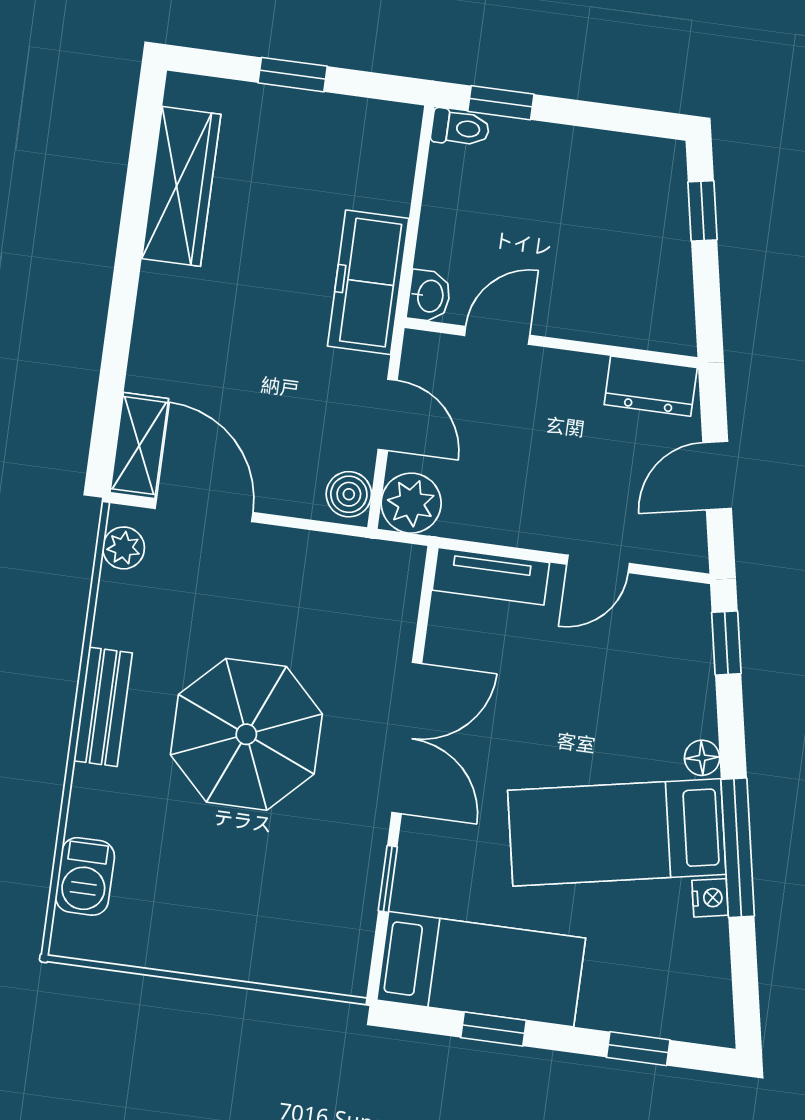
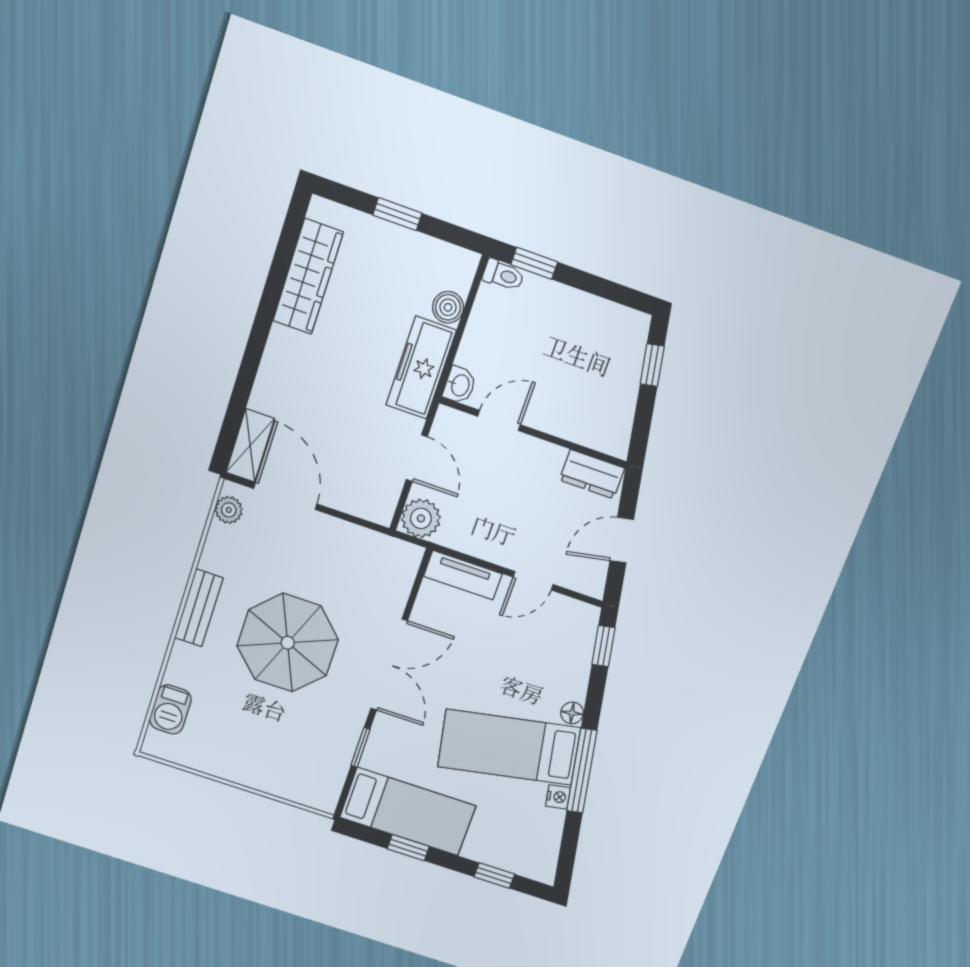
boiler: (349, 494) -> (448, 307), moved

